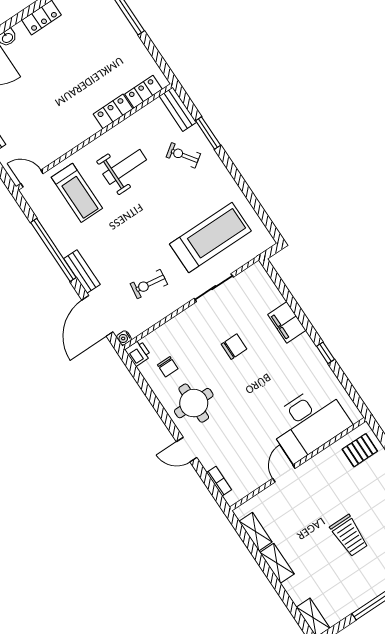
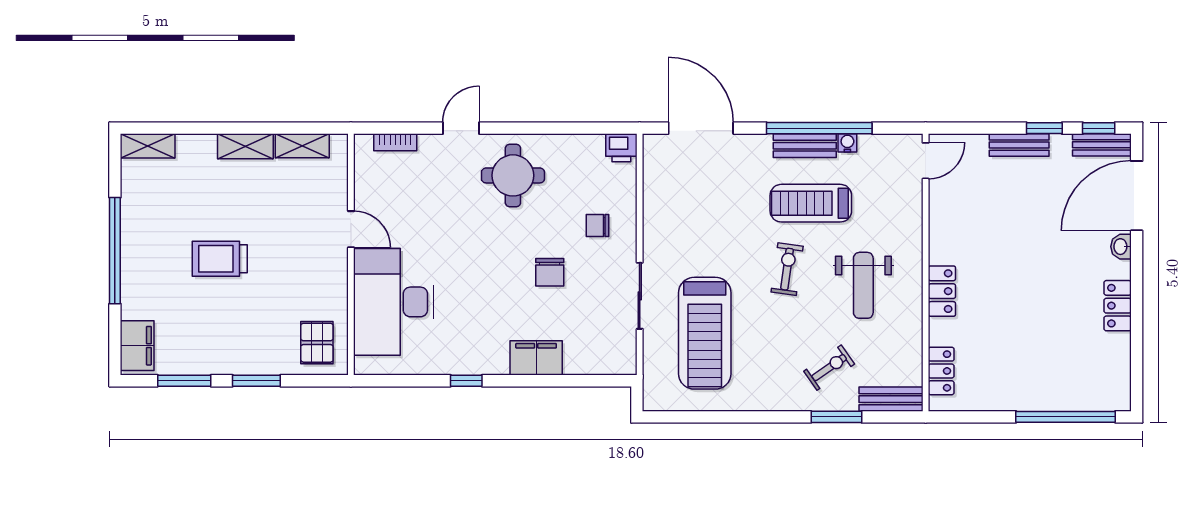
locker: (113, 111) -> (942, 291), moved
treadmill: (77, 193) -> (811, 203), moved
bench: (82, 272) -> (805, 146), moved
exercise bike: (149, 284) -> (787, 269), moved
water cooler: (124, 338) -> (847, 143), moved
chair: (168, 367) -> (598, 225), moved

